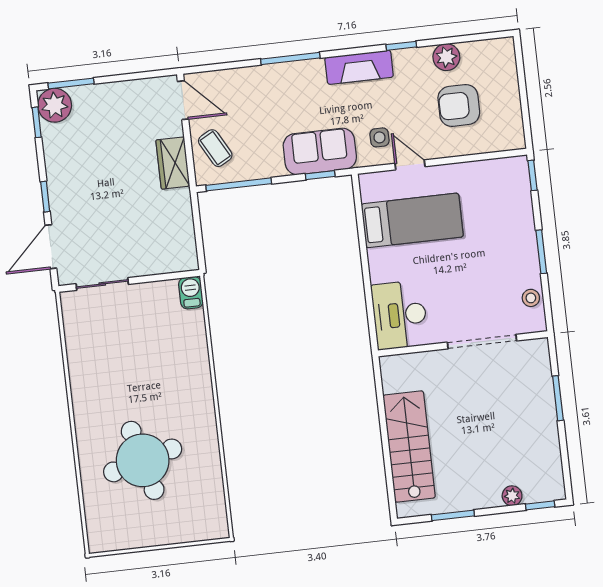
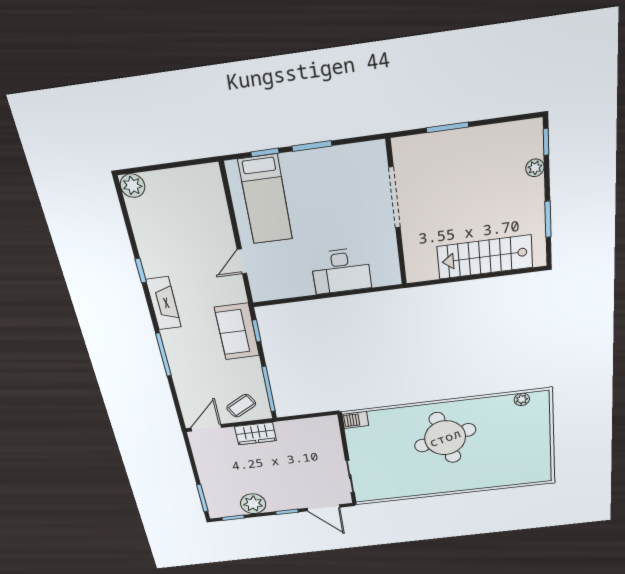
plant: (446, 57) -> (132, 186), moved
plant: (55, 105) -> (253, 504), moved
armchair: (459, 105) -> (186, 222), removed
side table: (379, 137) -> (221, 286), removed
window: (533, 175) -> (265, 152), moved
bed: (412, 220) -> (265, 200), moved, turned 180
stool: (531, 298) -> (355, 155), removed
desk: (400, 315) -> (341, 271), moved
round table: (143, 460) -> (445, 438), moved
plant: (217, 504) -> (522, 399), added

